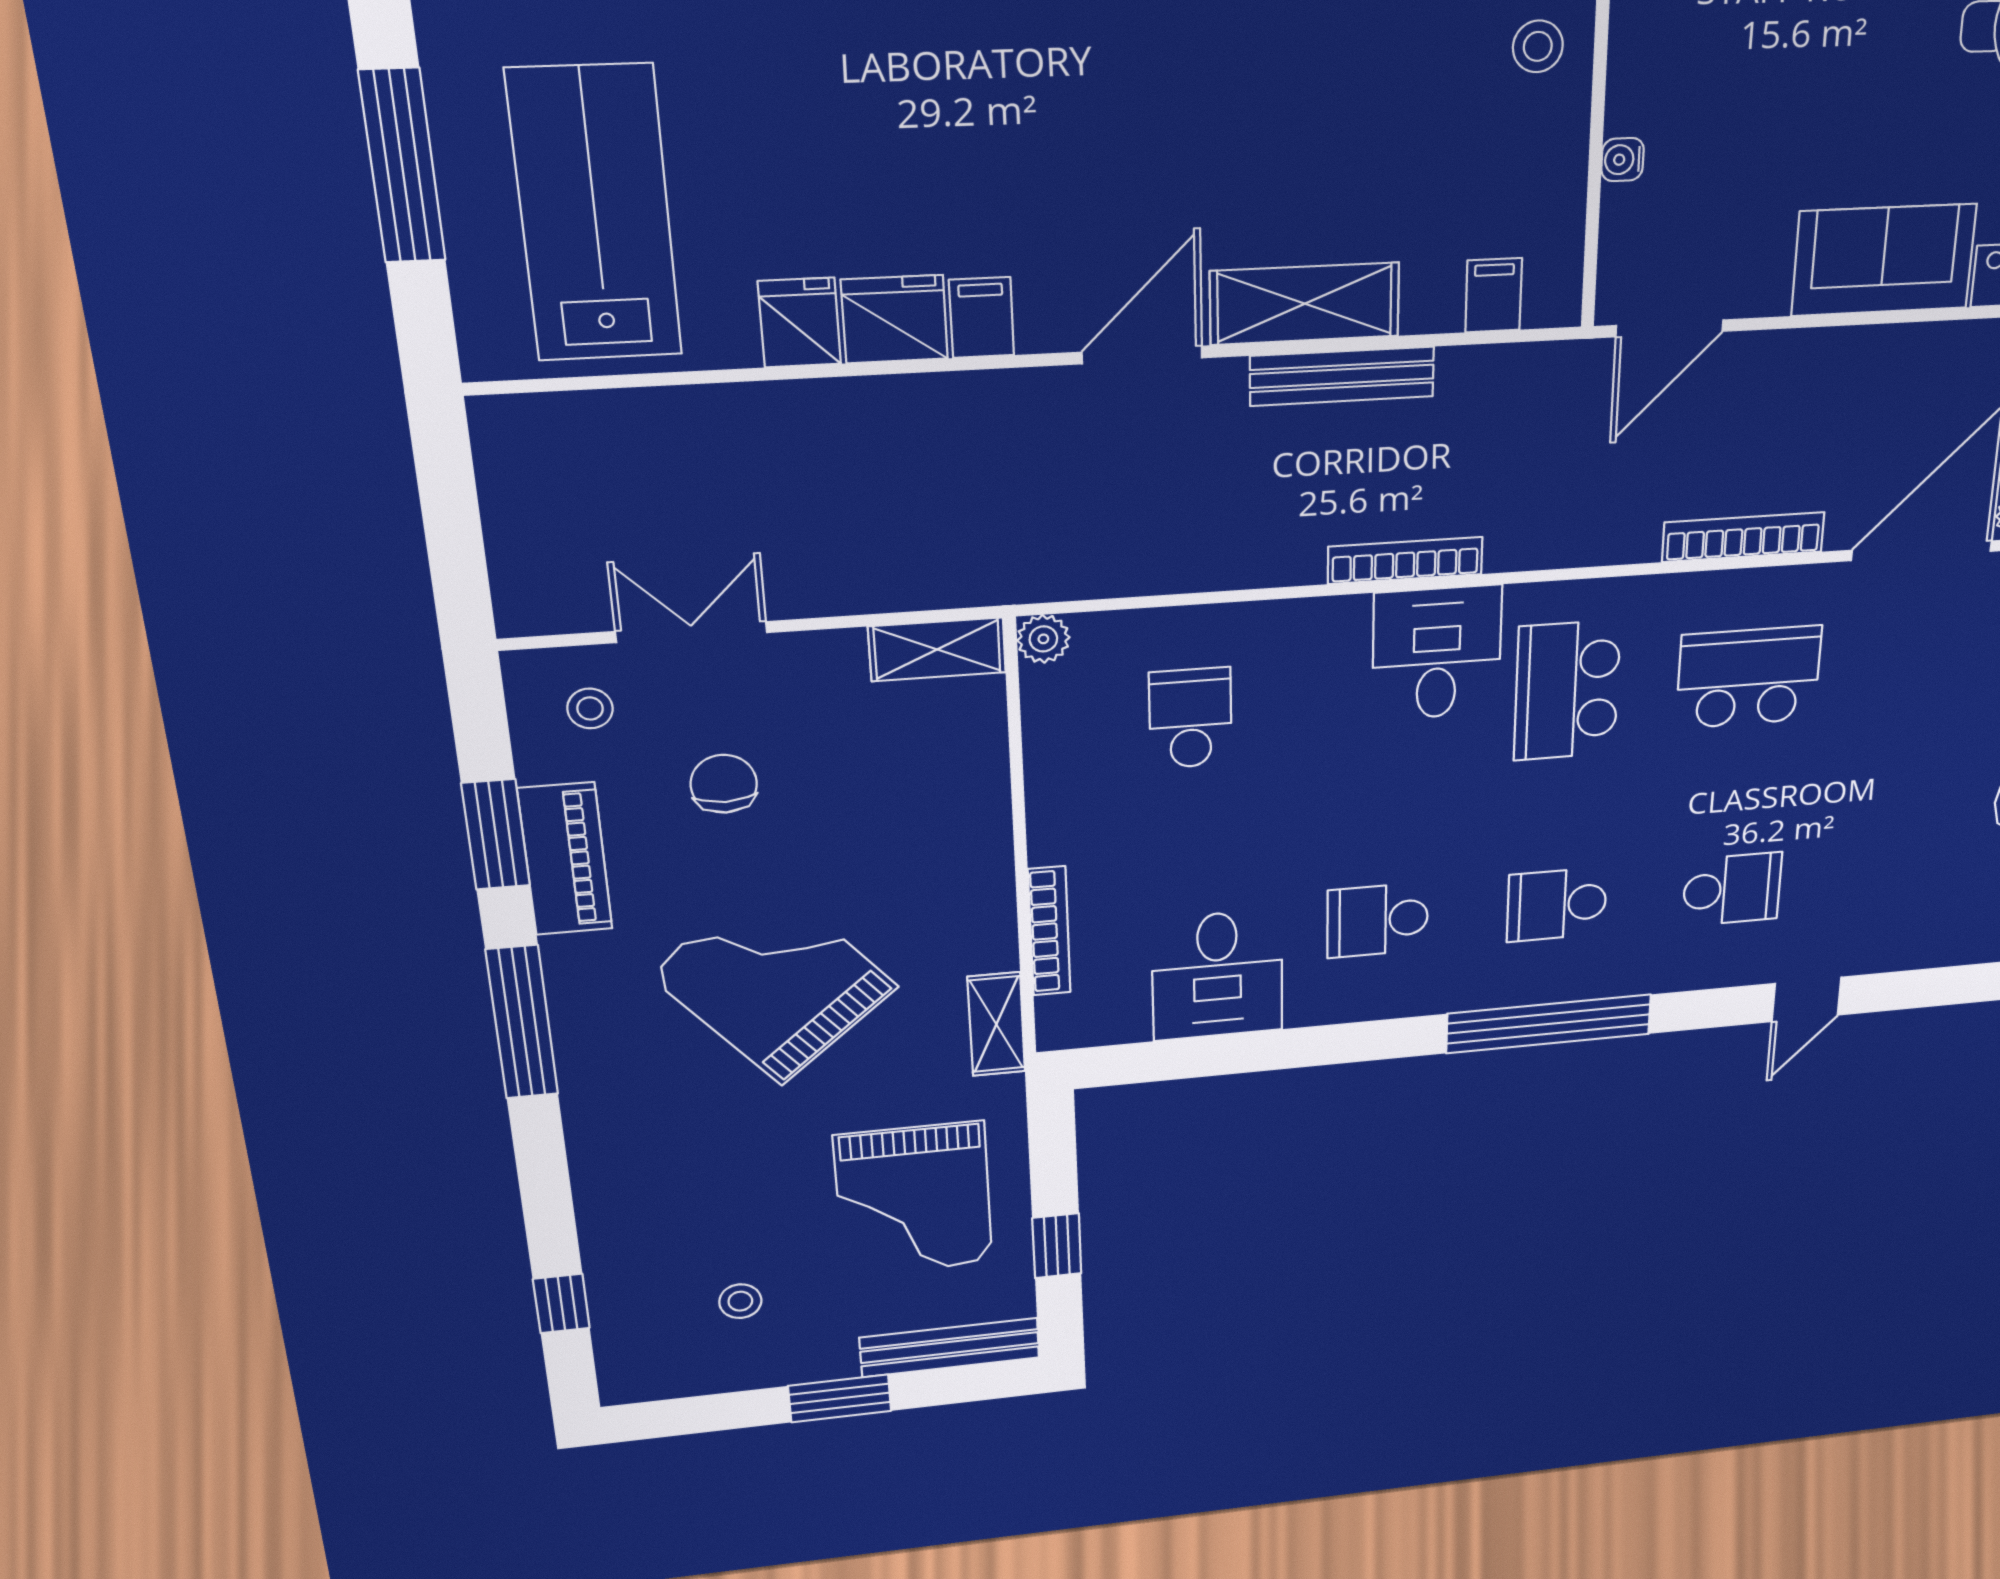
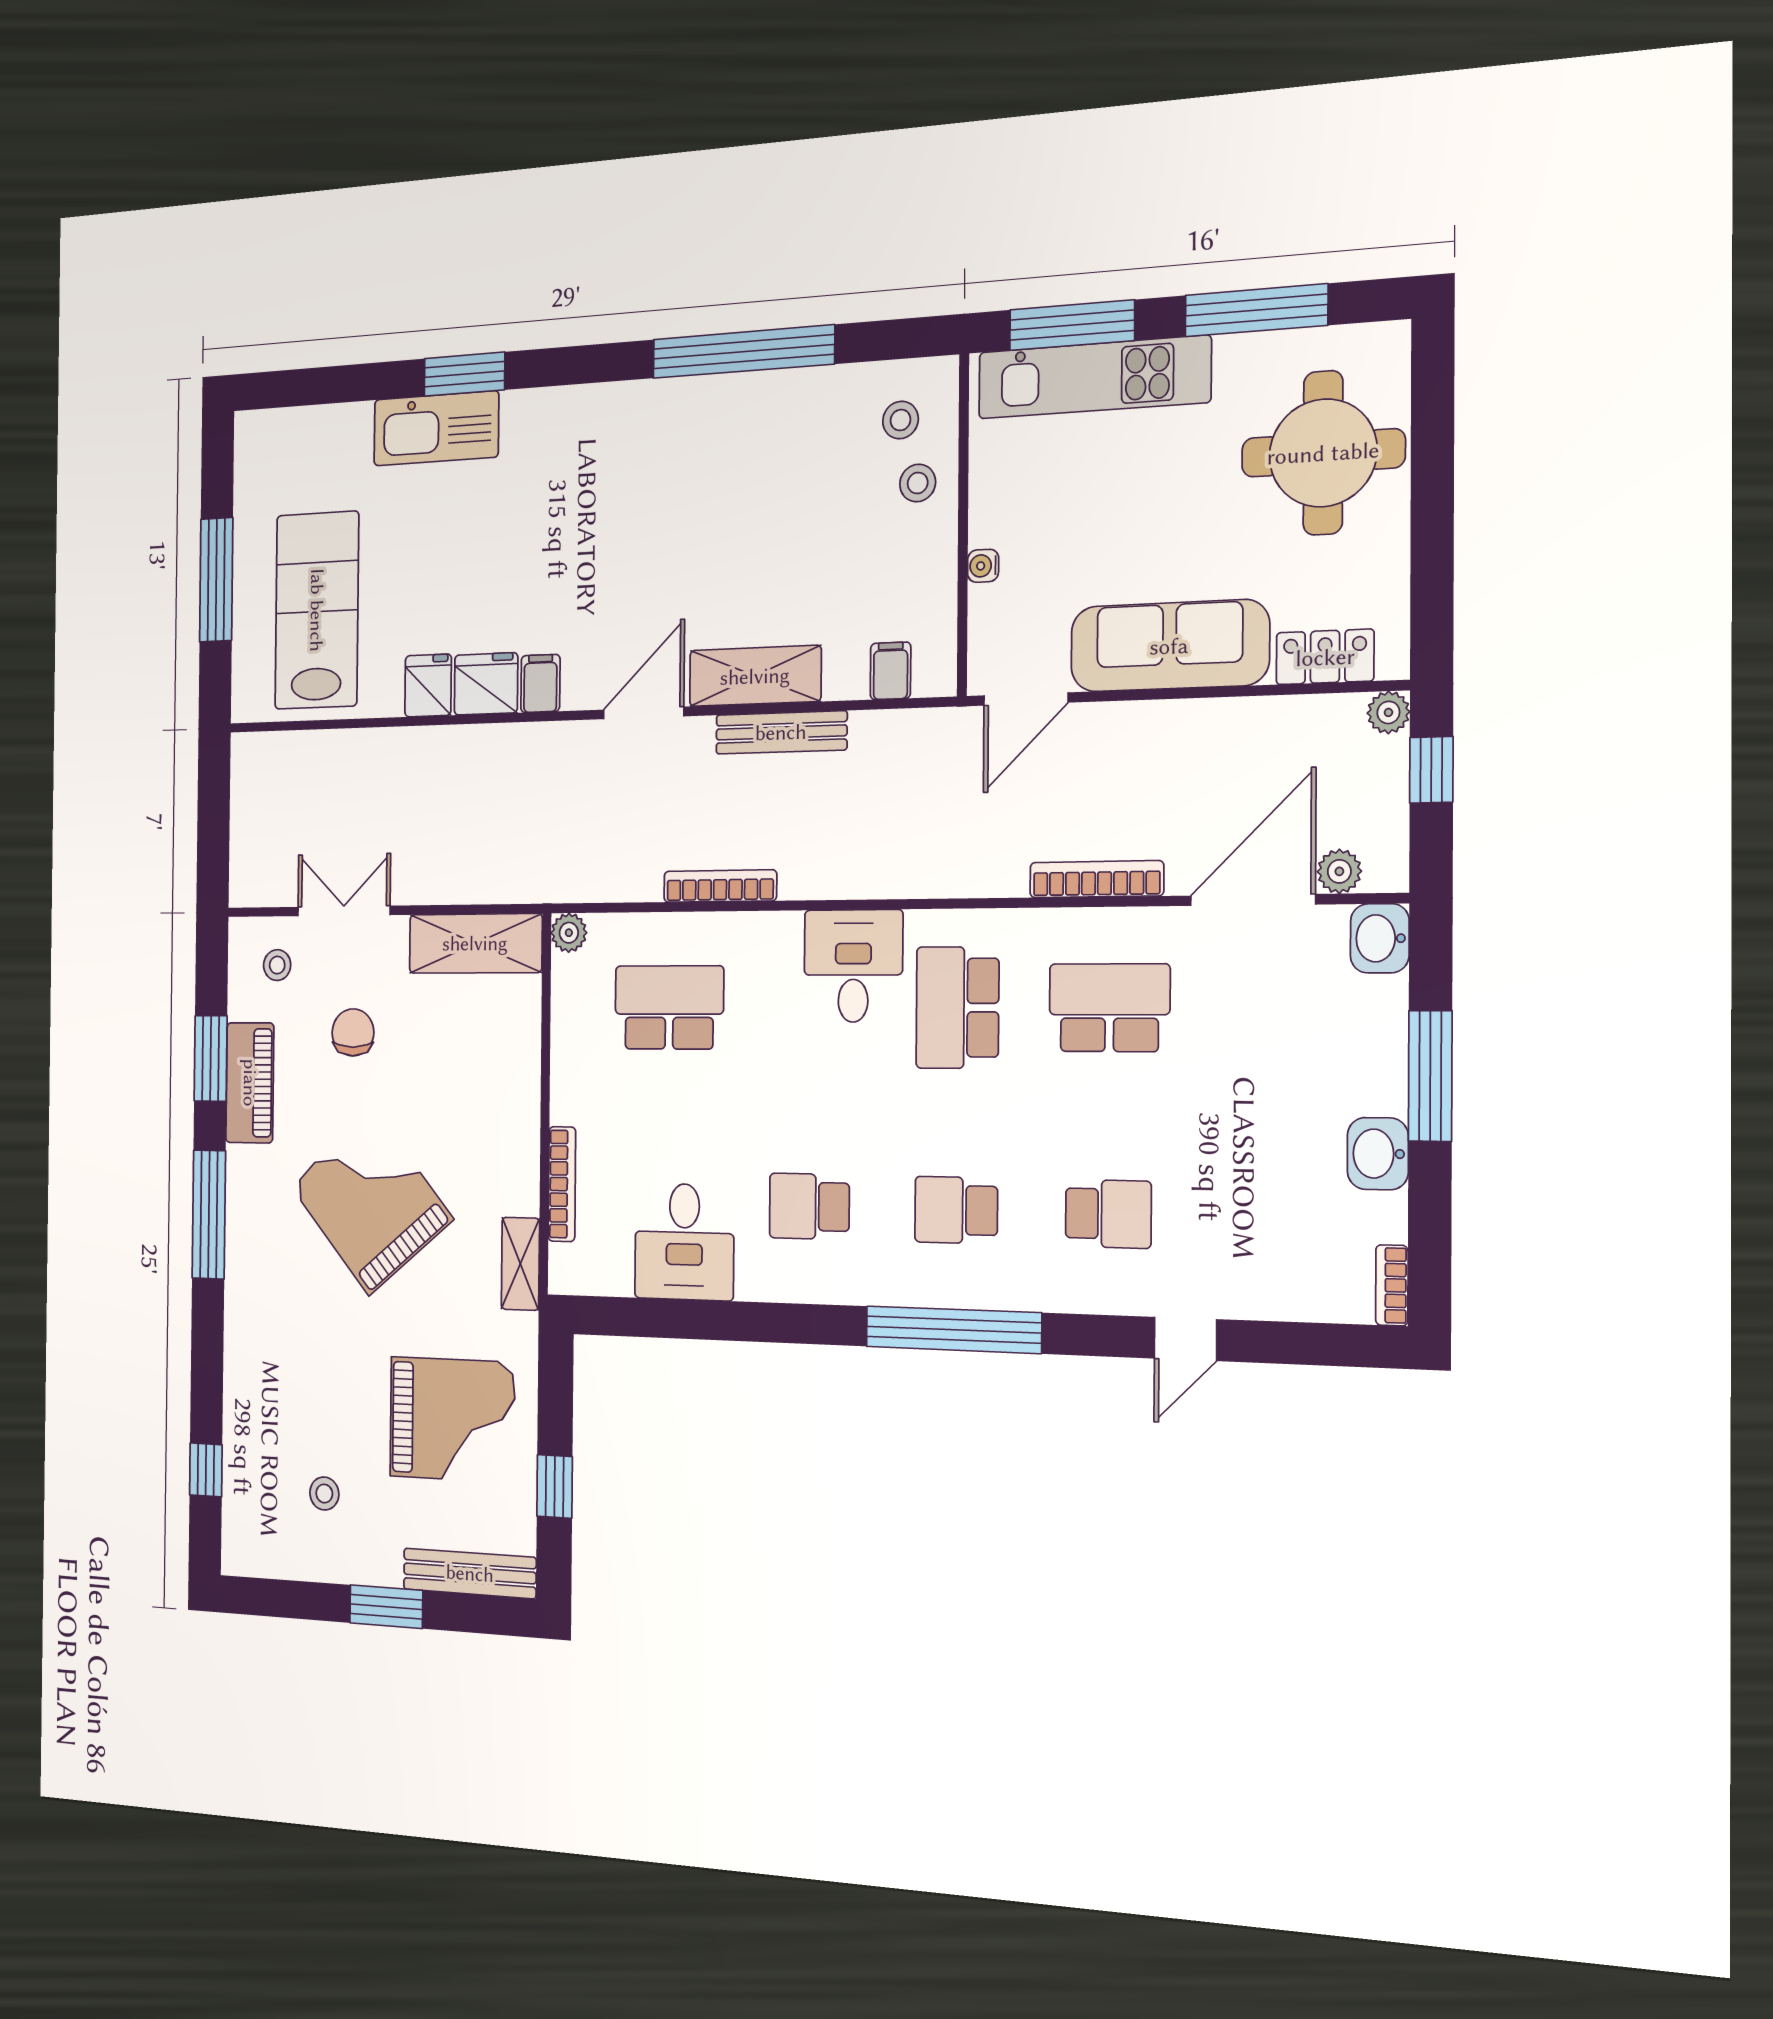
sofa: (1884, 260) -> (1169, 646), width x1.36
bookcase: (1405, 560) -> (720, 886), moved
shelving: (937, 649) -> (475, 943), width x1.50, depth x1.33
school desk: (1190, 718) -> (669, 1007), width x1.85
grand piano: (914, 1199) -> (452, 1419), turned -90

